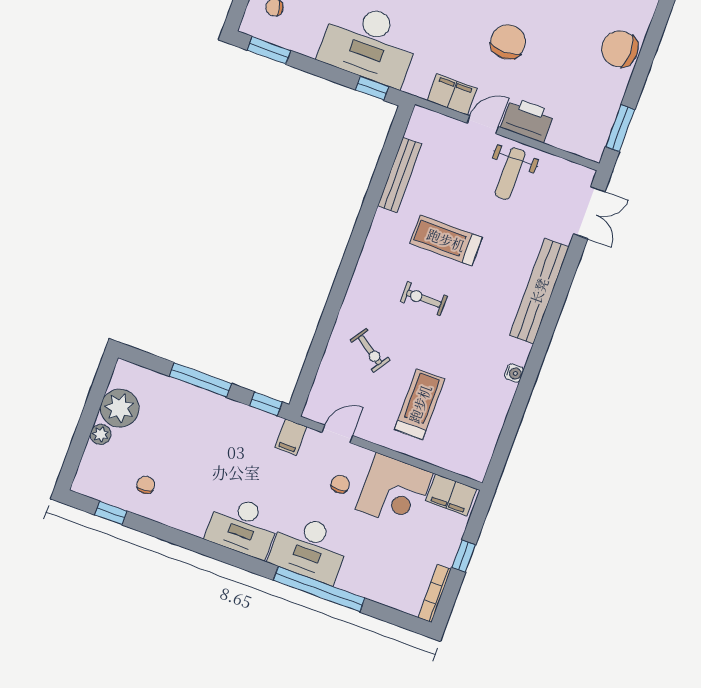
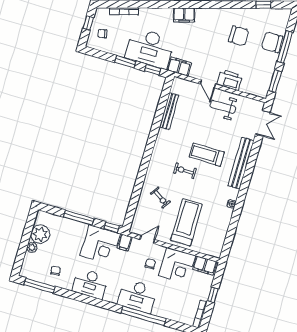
chair: (508, 42) -> (239, 36), moved, turned 90
window: (269, 50) -> (125, 62), moved
window: (645, 60) -> (285, 47), added
filing cabinet: (452, 94) -> (179, 66), moved
door: (483, 125) -> (208, 84), swing flipped
weight bench: (510, 174) -> (223, 107), turned 90
treadmill: (446, 240) -> (207, 155), moved
treadmill: (420, 404) -> (186, 222), width x1.37, depth x1.38
corner desk: (241, 438) -> (100, 245), added
window: (111, 513) -> (39, 286), width x2.17
desk: (243, 526) -> (90, 284), moved

